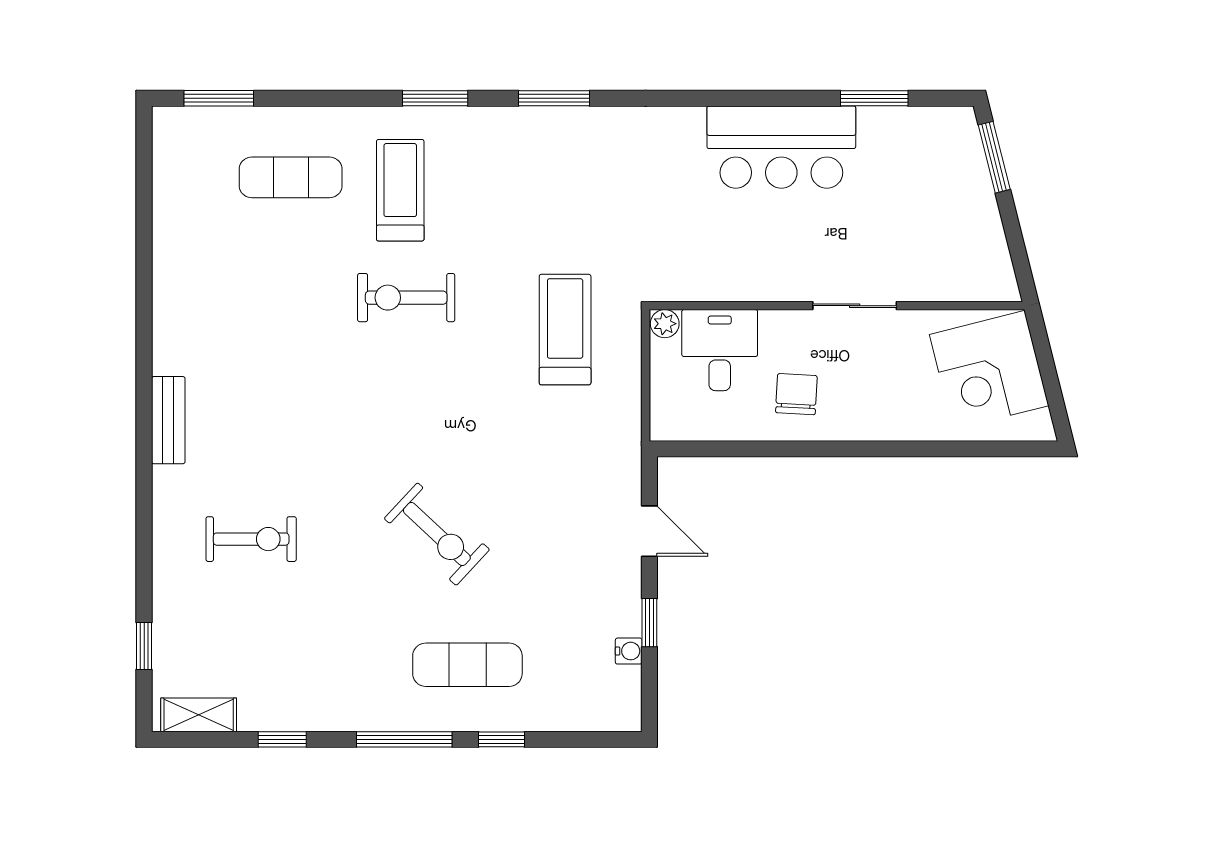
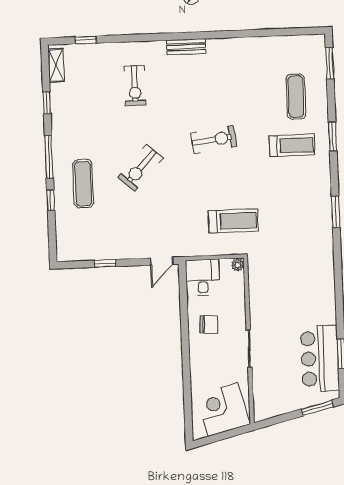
window: (435, 98) -> (333, 136), moved
bar counter: (781, 147) -> (320, 359), moved
exercise bike: (406, 298) -> (214, 140), moved, turned 82
desk: (720, 350) -> (203, 278), moved, turned -90
door: (649, 531) -> (162, 261), moved
water cooler: (629, 651) -> (92, 255), removed

